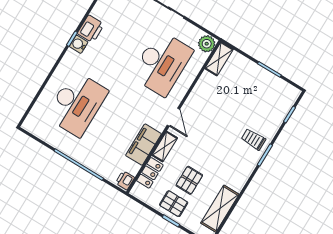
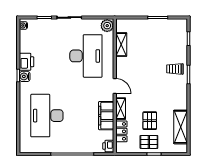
shelving: (219, 59) -> (121, 45), moved
desk: (77, 104) -> (47, 116), turned 180

